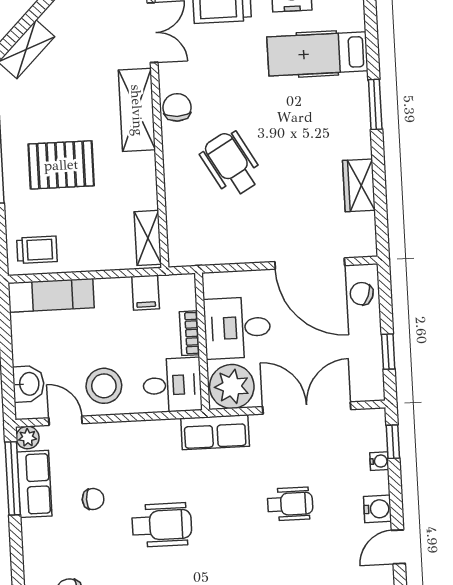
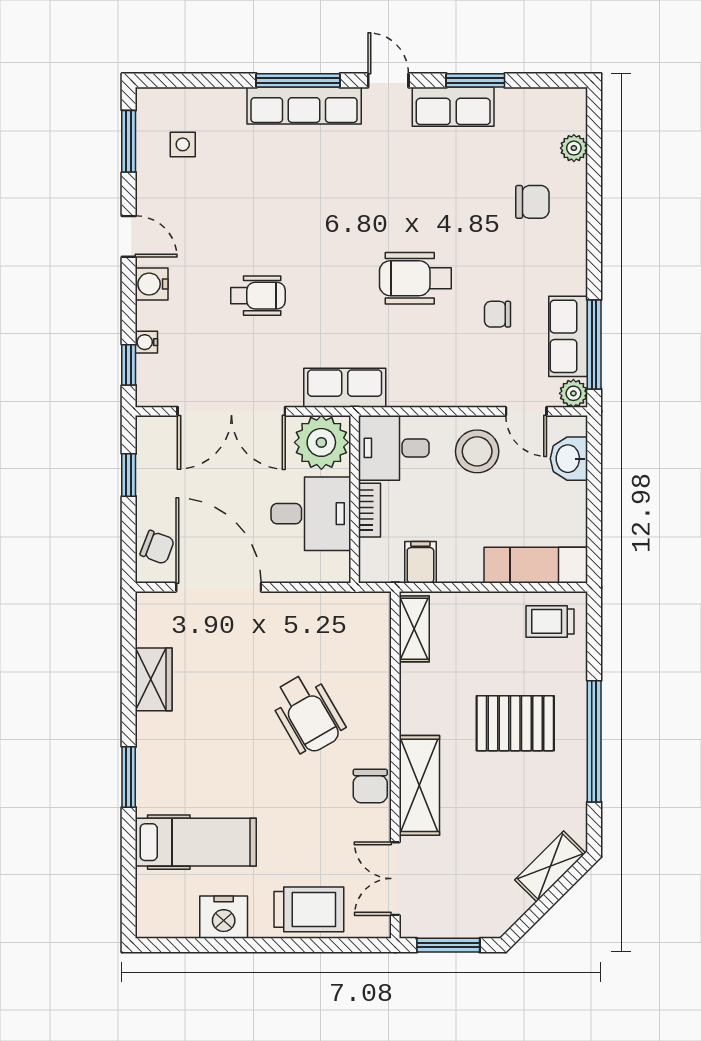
wheelchair: (290, 504) -> (258, 296), turned 180
door: (398, 547) -> (129, 236), hinge flipped

